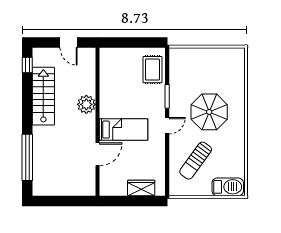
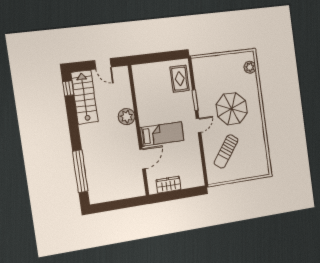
plant: (238, 67) -> (250, 67), added
stairs: (43, 96) -> (85, 97), moved
barbecue: (228, 187) -> (255, 169), removed
wardrobe: (141, 188) -> (169, 185), moved

